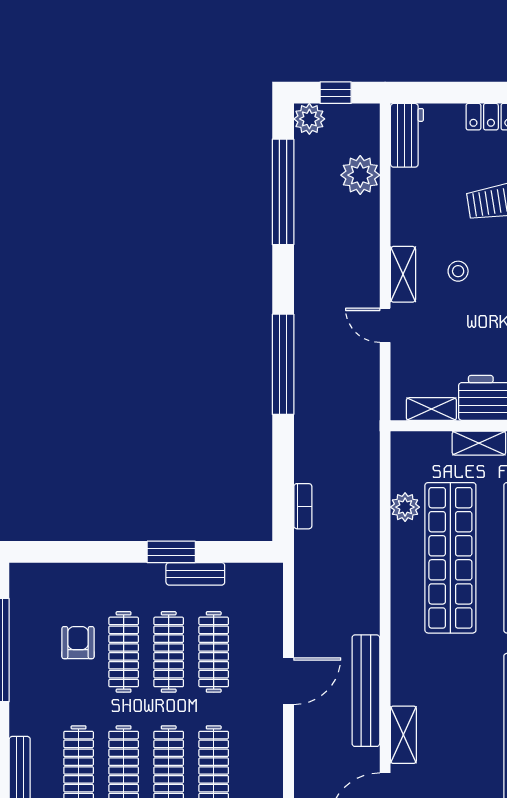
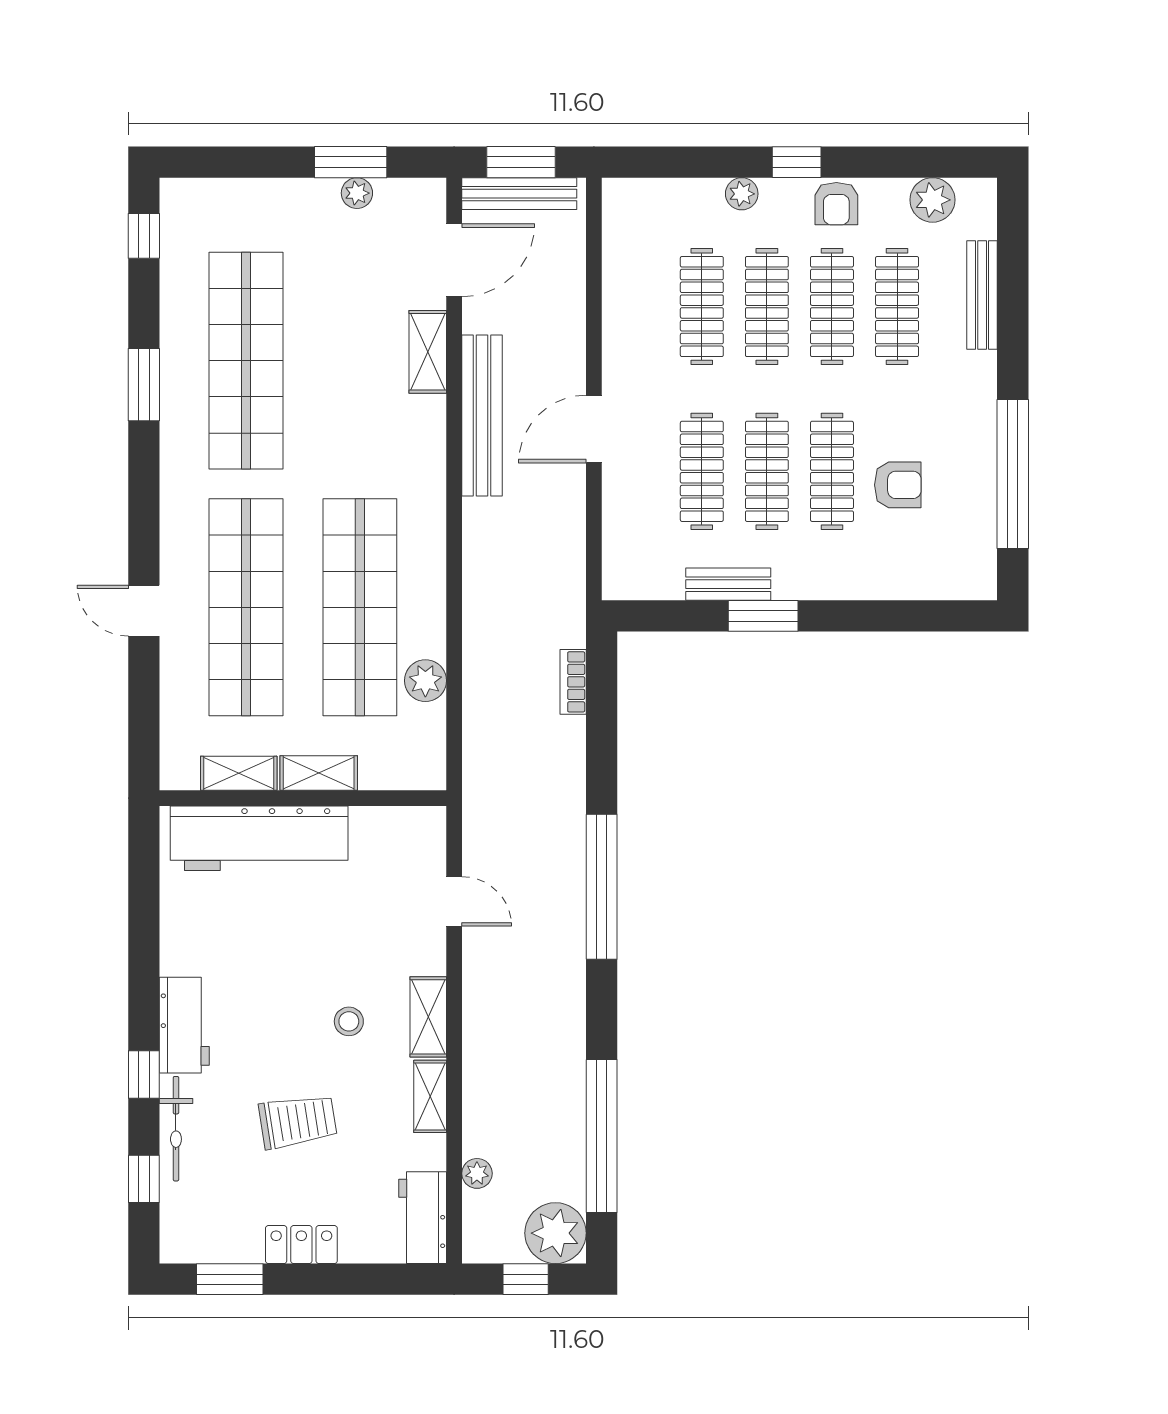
plant: (309, 119) -> (556, 1233), width x1.36, depth x1.36
plant: (360, 175) -> (477, 1173), width x0.53, depth x0.53
door: (385, 325) -> (454, 901), moved
shelving: (431, 409) -> (430, 1096), moved, turned 90
armchair: (78, 643) -> (898, 485), turned -90

